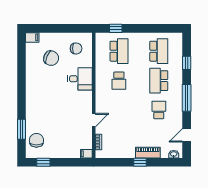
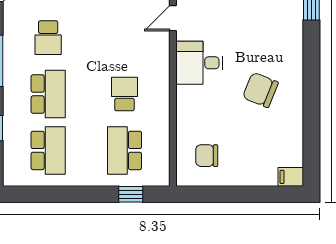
school desk: (159, 51) -> (48, 150), turned 180
chair: (51, 58) -> (260, 90), moved
desk: (80, 79) -> (199, 63), moved

